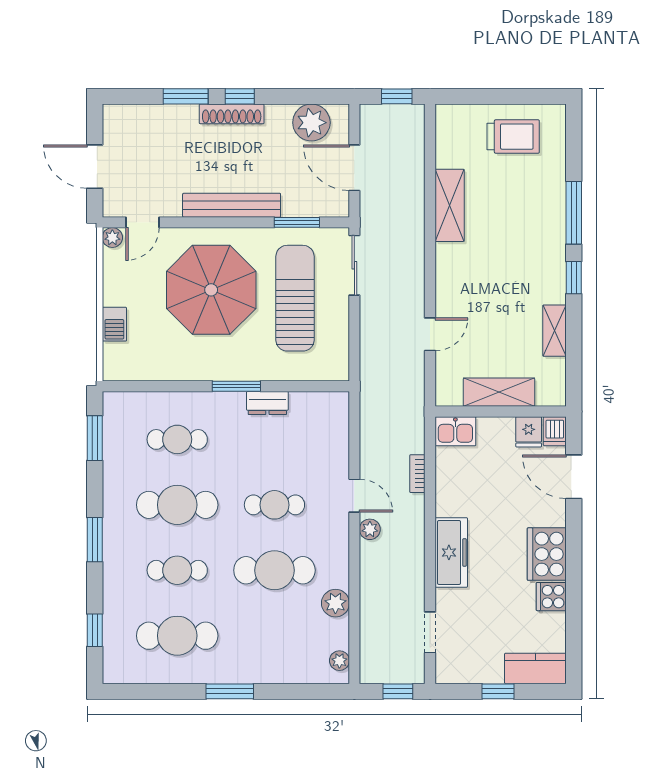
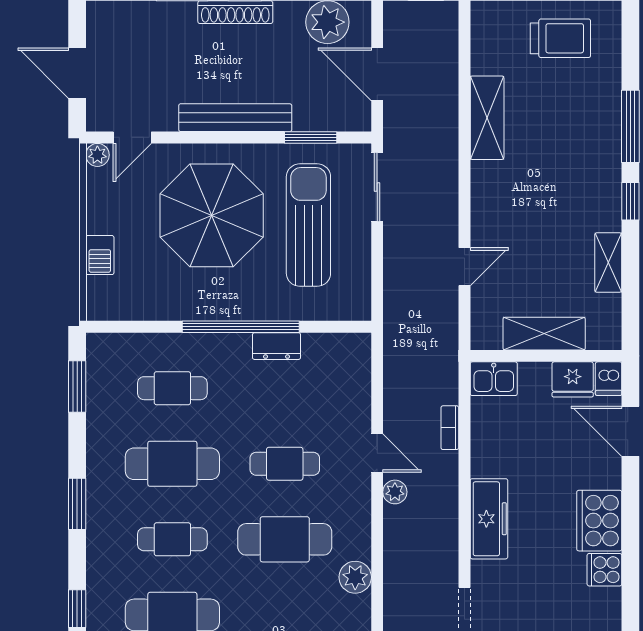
window: (236, 386) -> (241, 327), width x2.11
fridge: (529, 432) -> (573, 379), width x1.38

